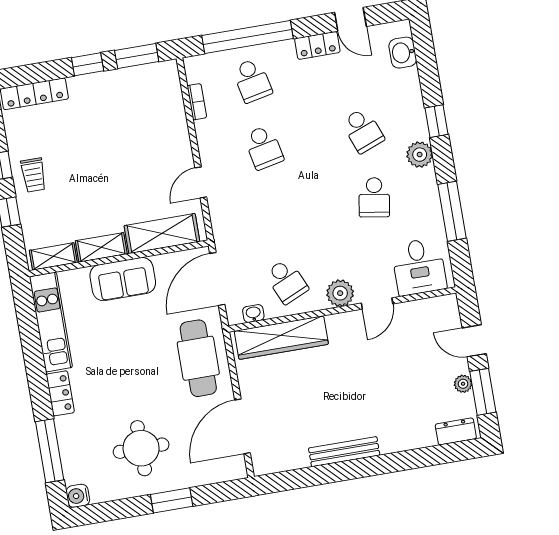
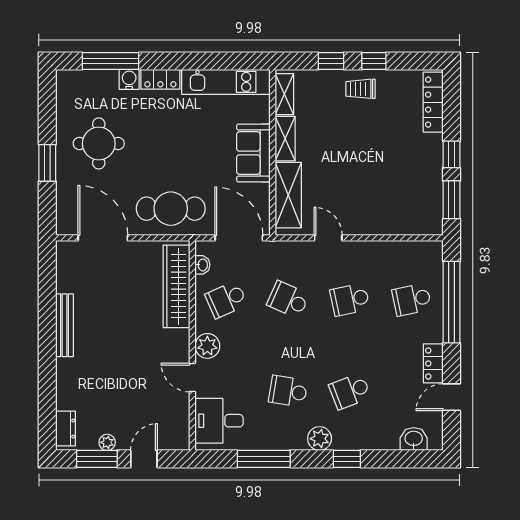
bookcase: (197, 102) -> (401, 247), removed
school desk: (275, 214) -> (288, 300), added
water cooler: (78, 496) -> (129, 79), moved

